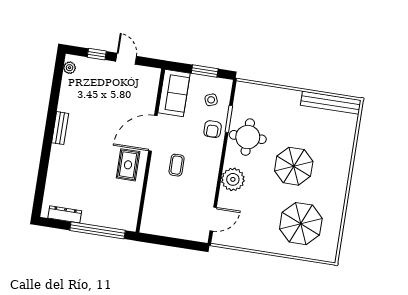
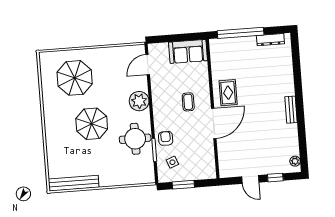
sofa: (174, 93) -> (188, 51), moved, turned -90

